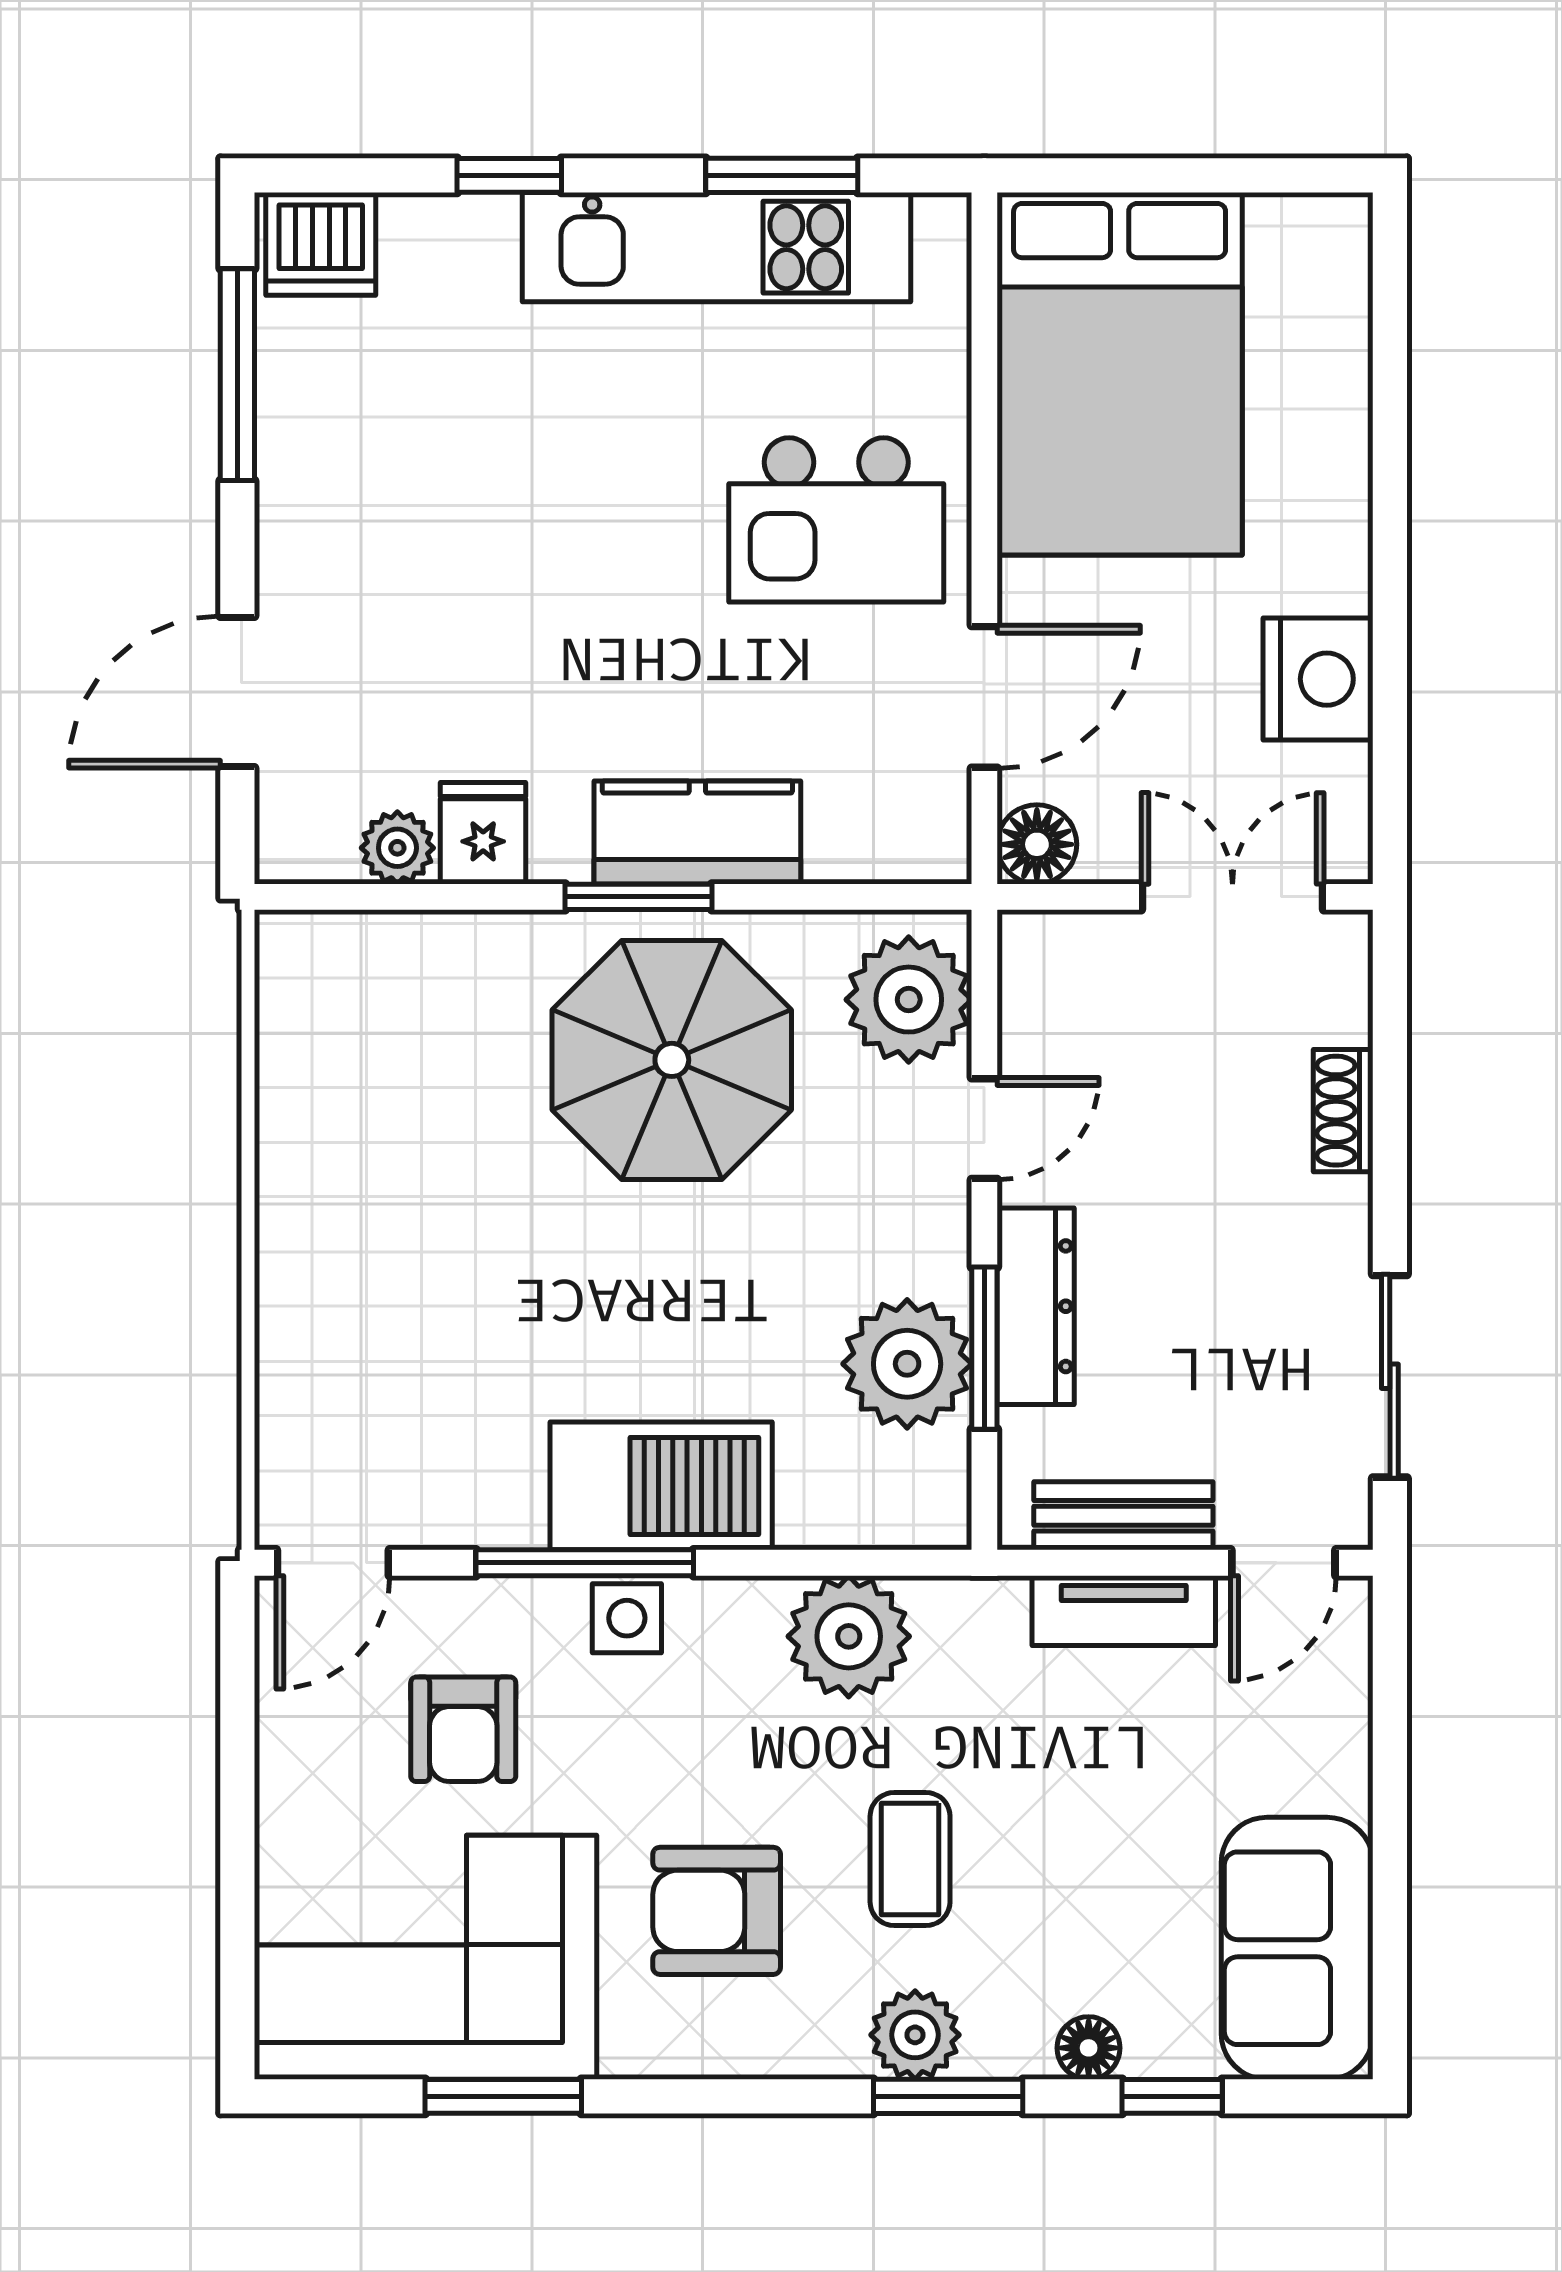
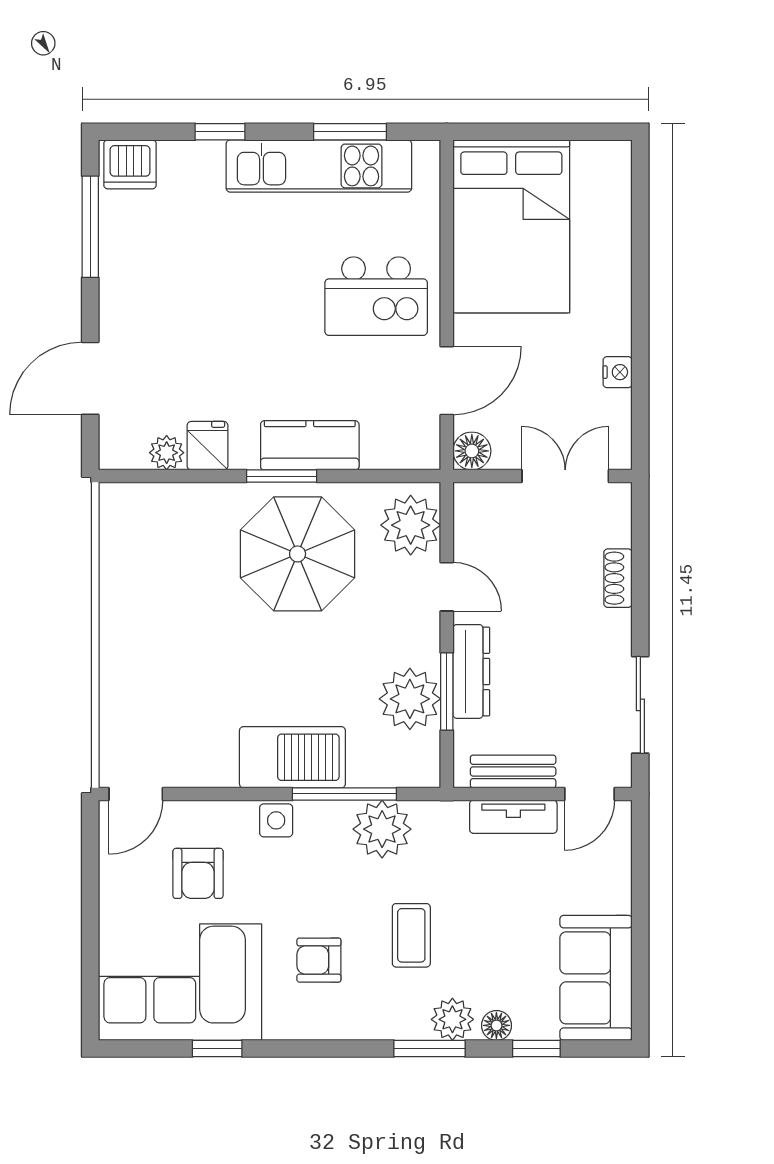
nightstand: (1318, 679) -> (618, 372), width x0.53, depth x0.56
door: (984, 1129) -> (447, 587), hinge flipped
window: (585, 1563) -> (344, 794), moved
armchair: (717, 1911) -> (319, 960), width x0.72, depth x0.72
plant: (915, 2035) -> (452, 1019), moved
window: (503, 2096) -> (217, 1049), width x0.67

